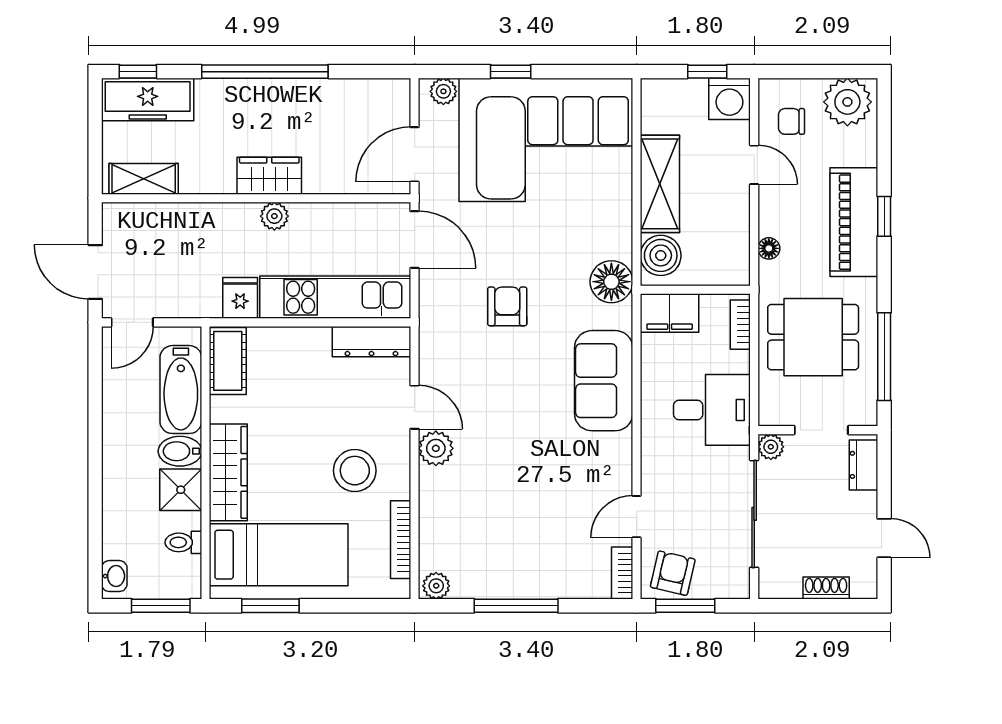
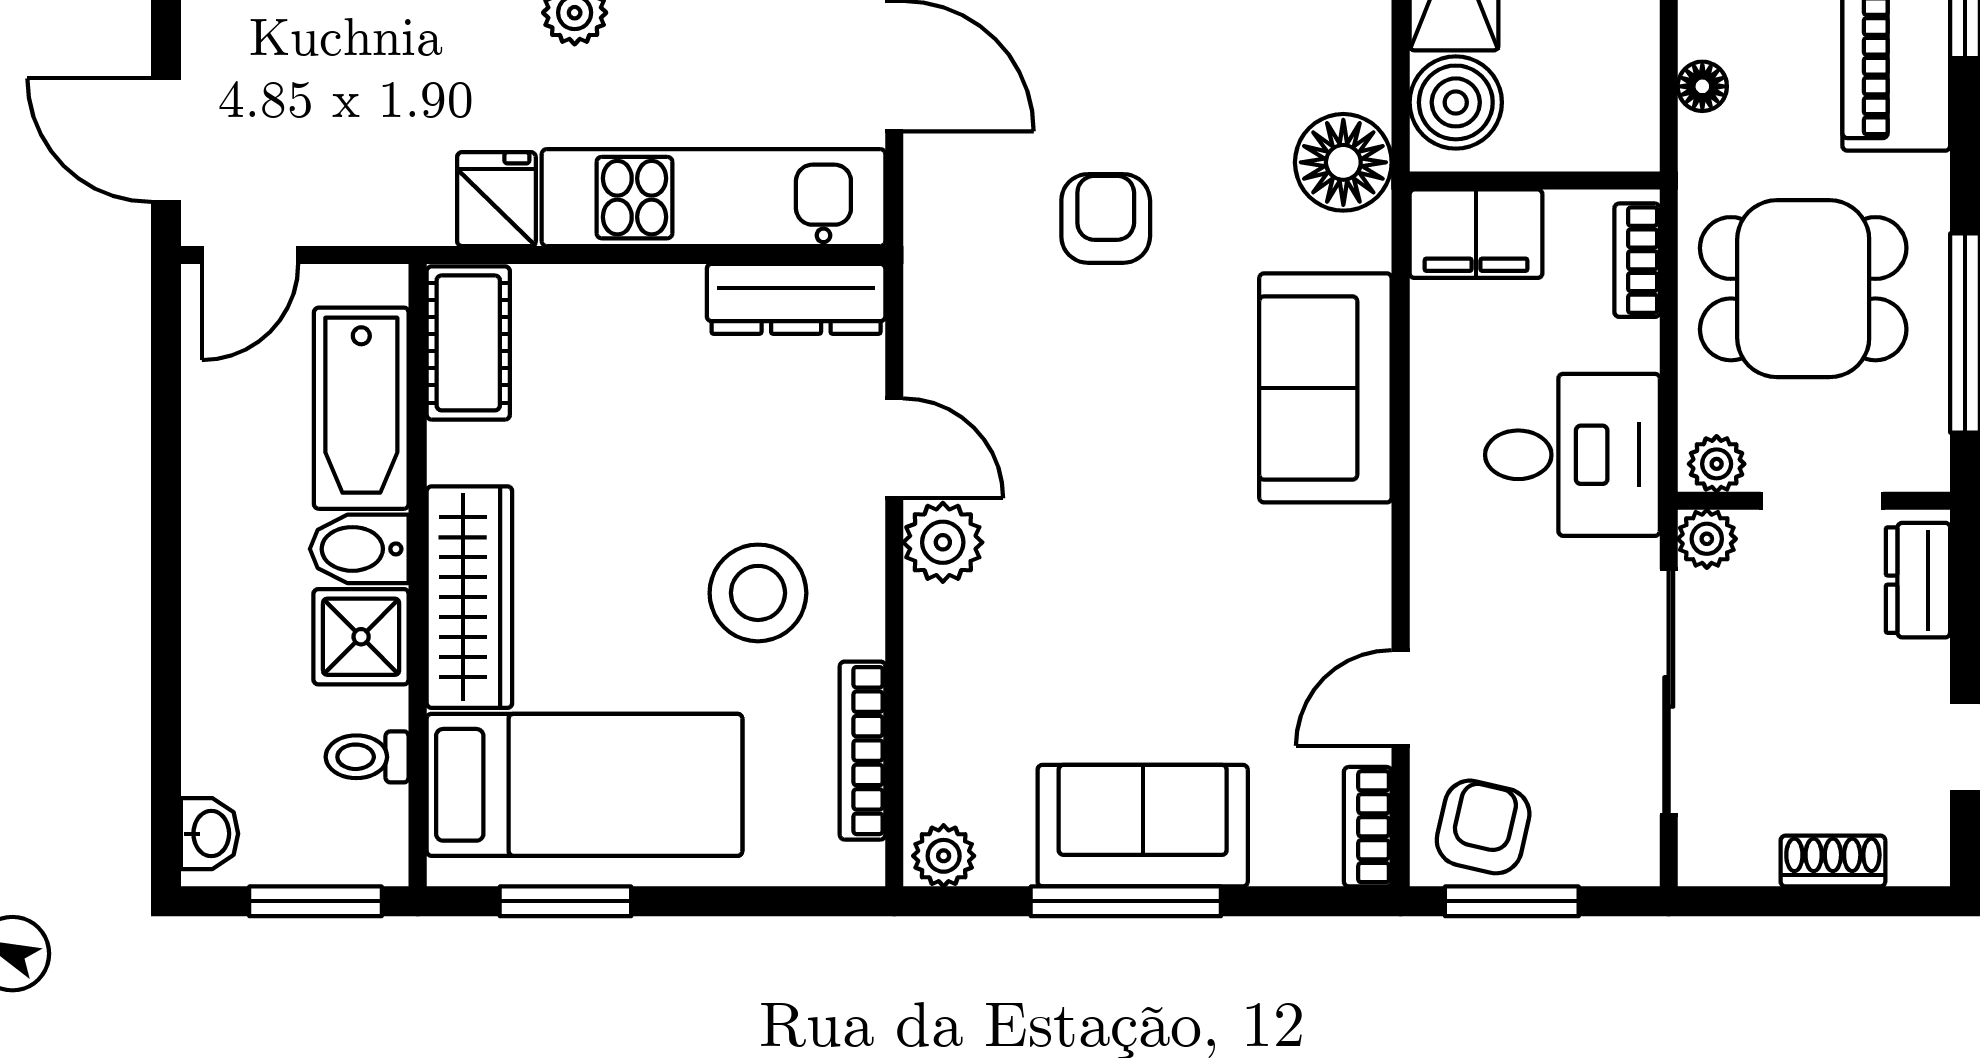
plant: (775, 414) -> (1717, 464), added
sofa: (523, 573) -> (1143, 826), added

